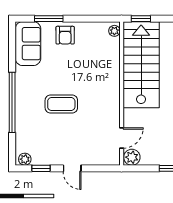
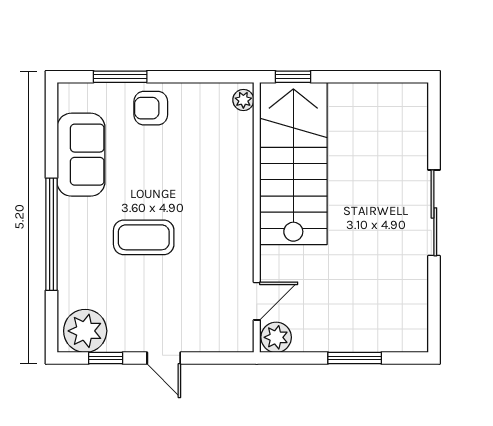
armchair: (65, 35) -> (151, 108), turned 90
sofa: (28, 44) -> (81, 155), moved
plant: (25, 159) -> (85, 331), width x1.88, depth x1.88

